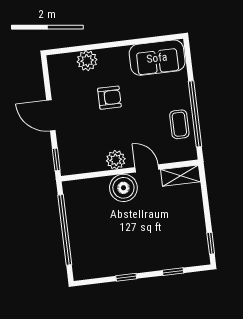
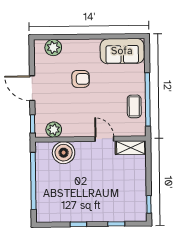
plant: (87, 61) -> (53, 48), moved
plant: (116, 160) -> (54, 130), moved
boiler: (123, 188) -> (64, 153), moved

